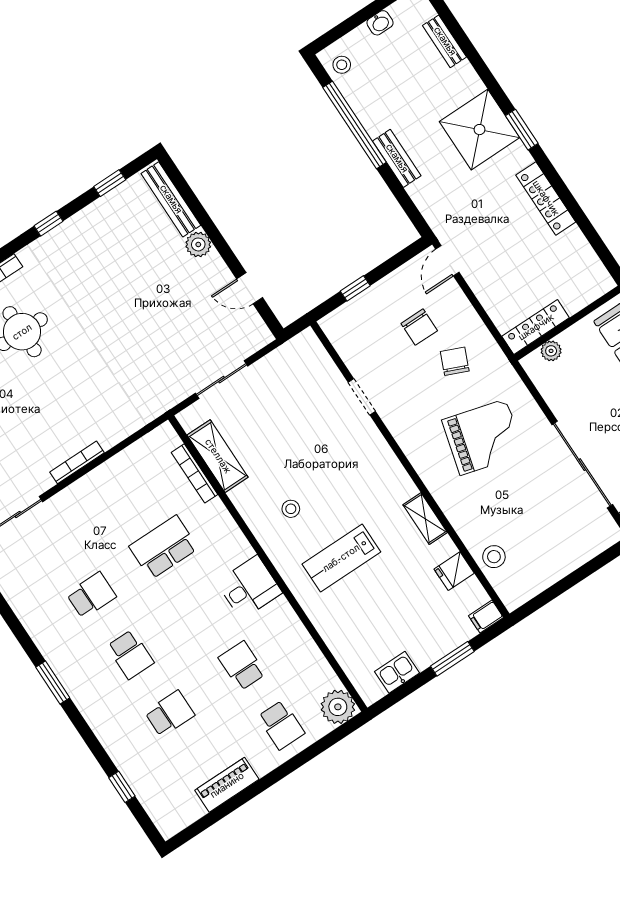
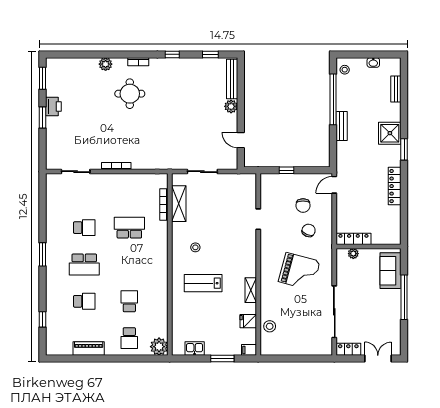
shower: (479, 130) -> (390, 133), width x0.73, depth x0.73
desk: (249, 587) -> (155, 269), removed
school desk: (130, 654) -> (84, 264), width x1.85

